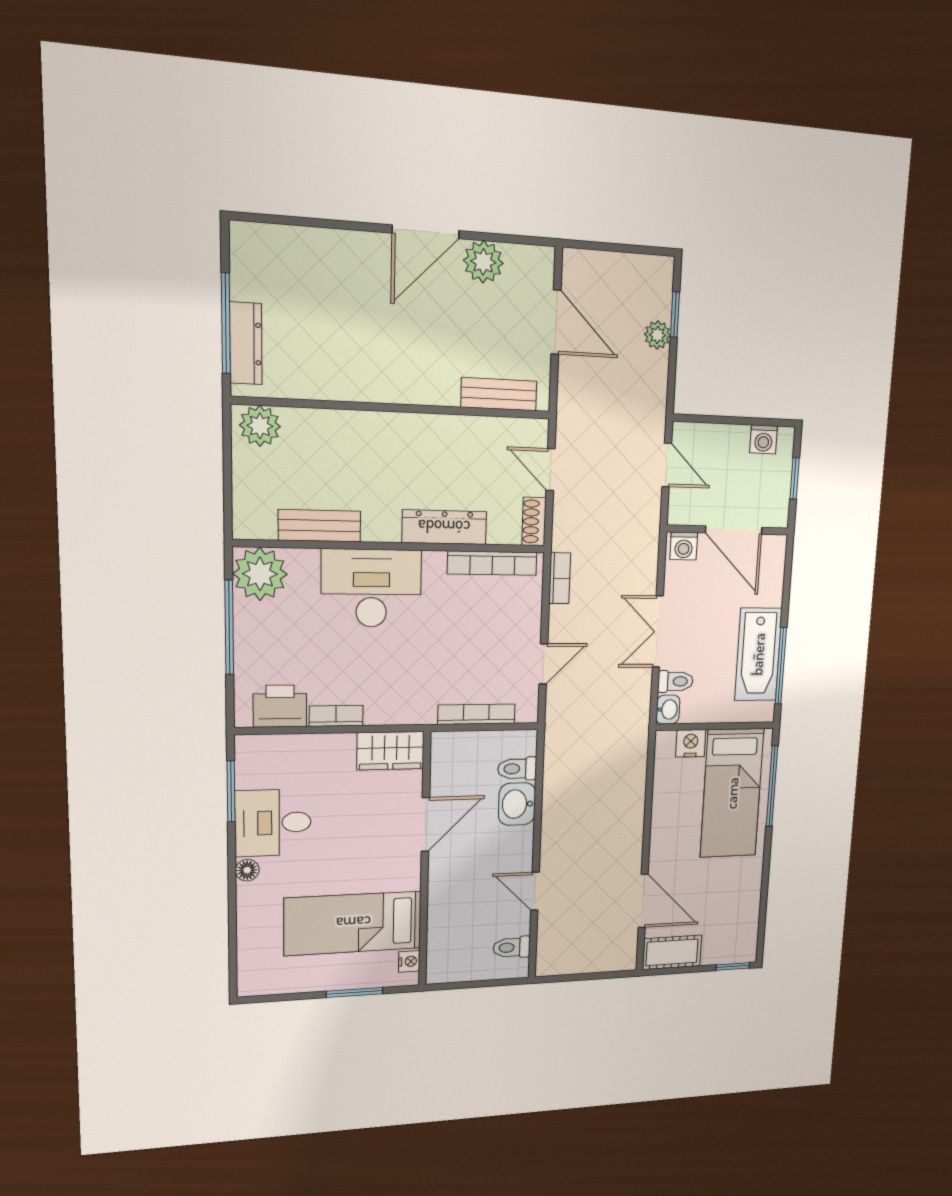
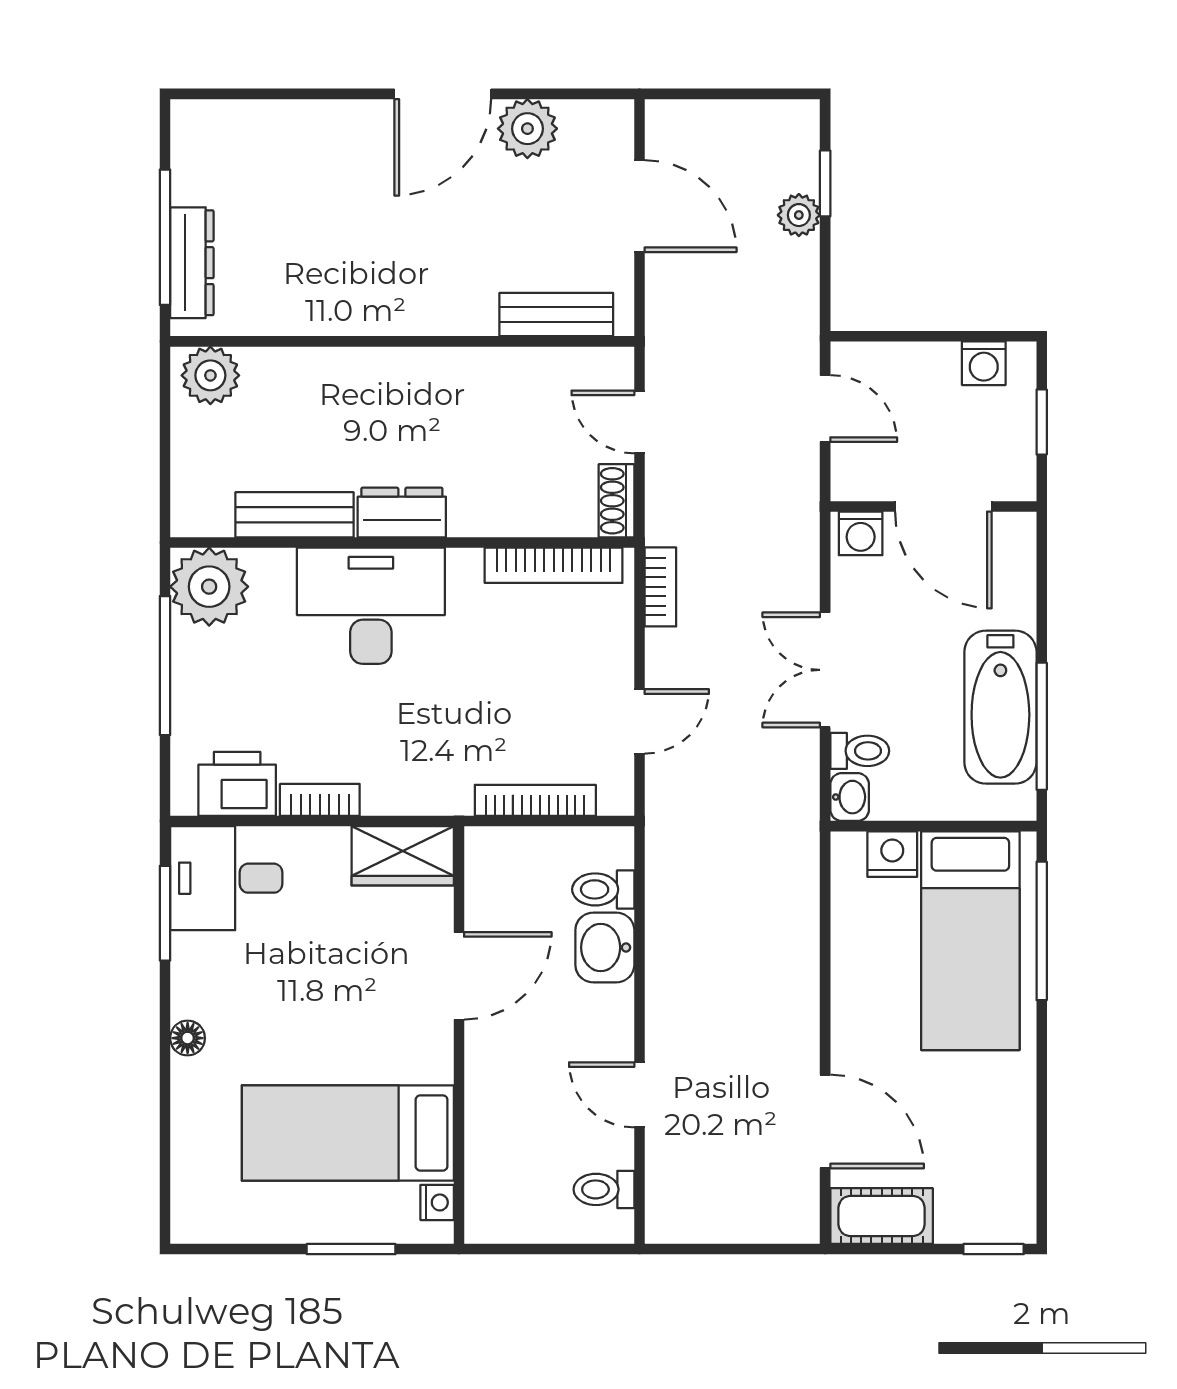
dresser: (444, 527) -> (402, 513), moved, width x0.70
desk: (273, 823) -> (226, 878), moved

